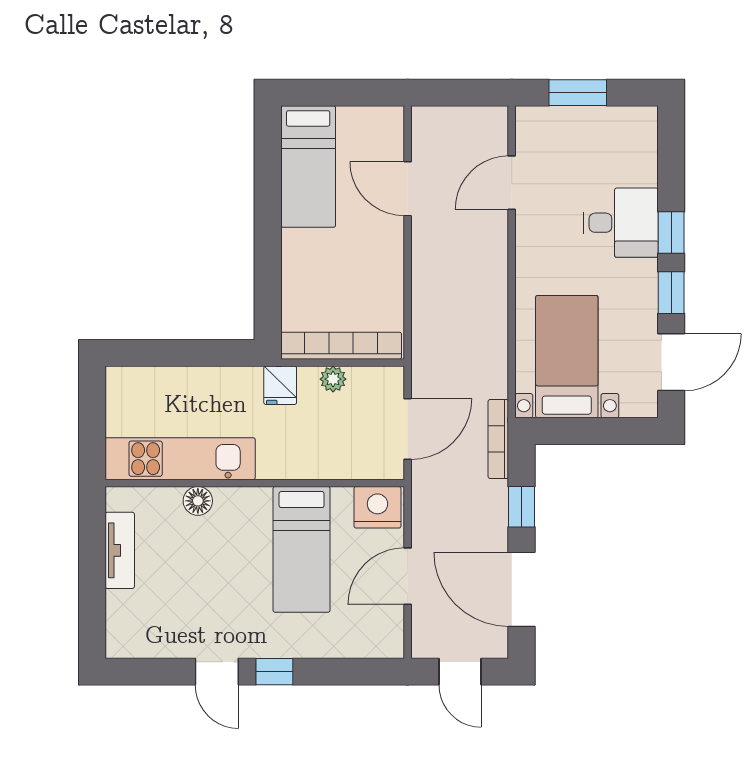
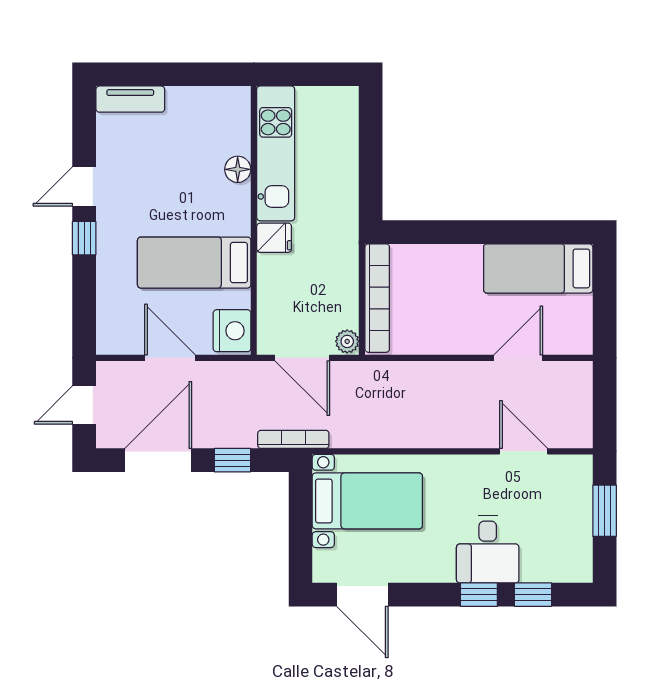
window: (671, 293) -> (533, 595), moved
plant: (333, 379) -> (347, 341), moved
fridge: (280, 385) -> (274, 238), moved, turned 180
tv unit: (120, 550) -> (130, 99), moved

